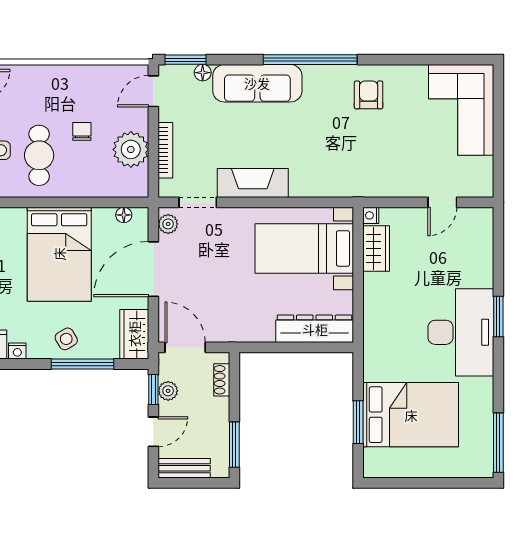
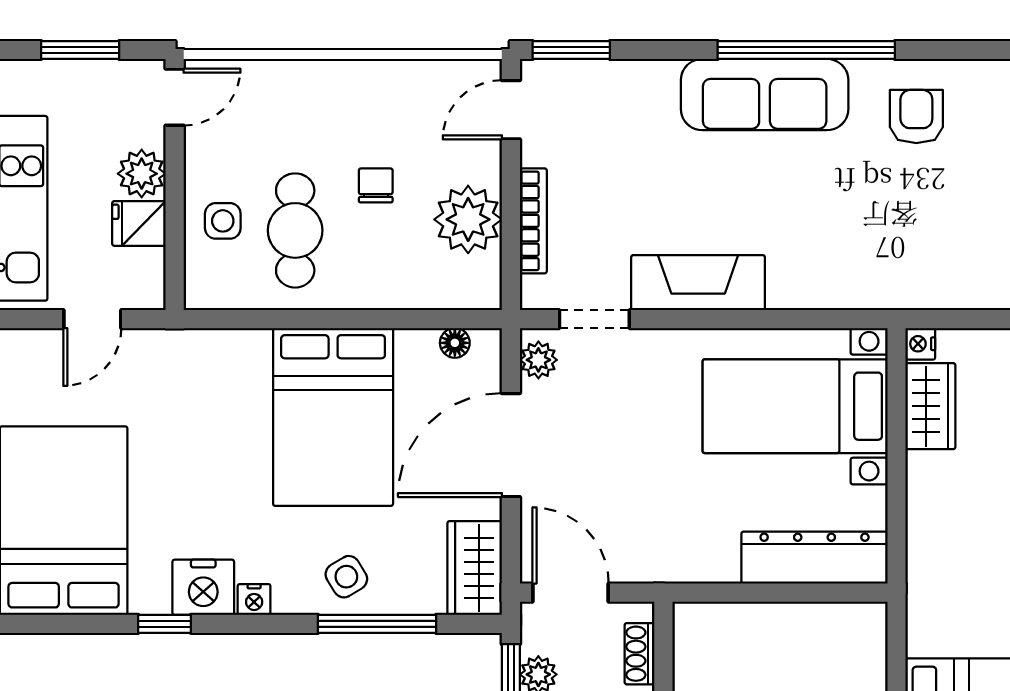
floor lamp: (203, 73) -> (604, 75), removed
sofa: (257, 83) -> (765, 95), moved

